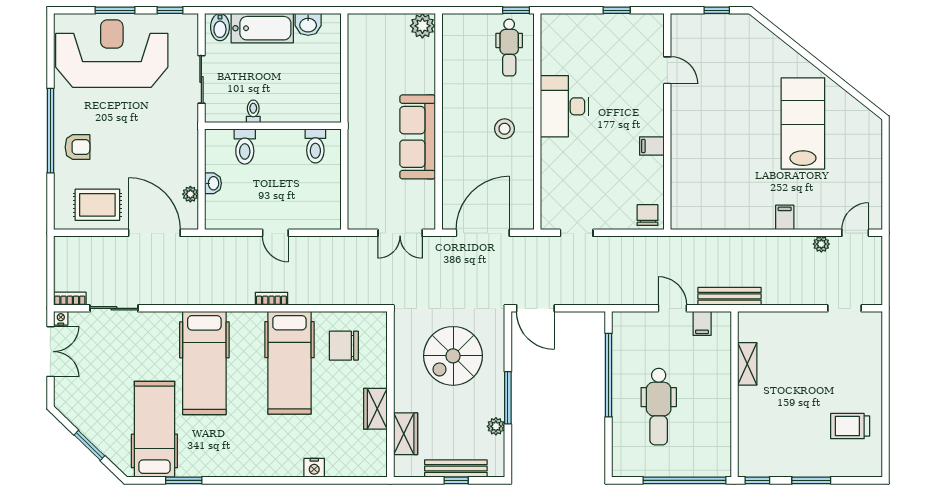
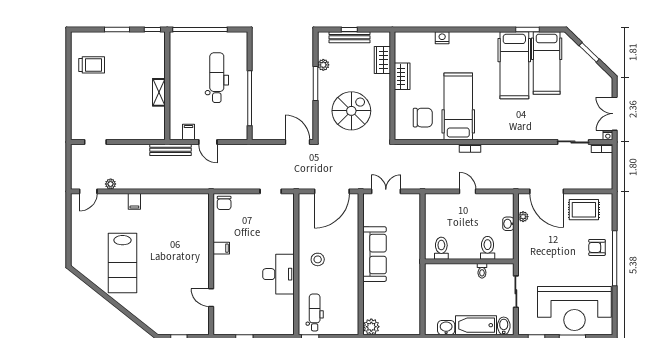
hospital bed: (204, 363) -> (514, 65), moved, turned 180
shelving: (747, 364) -> (159, 92), moved

